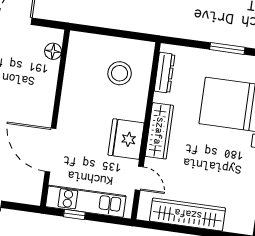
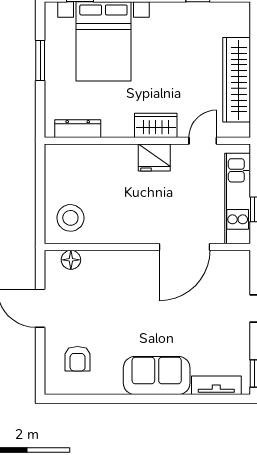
stool: (120, 73) -> (70, 218), moved
wardrobe: (159, 131) -> (156, 125), width x0.67
fridge: (126, 139) -> (154, 158), width x0.73, depth x0.75

